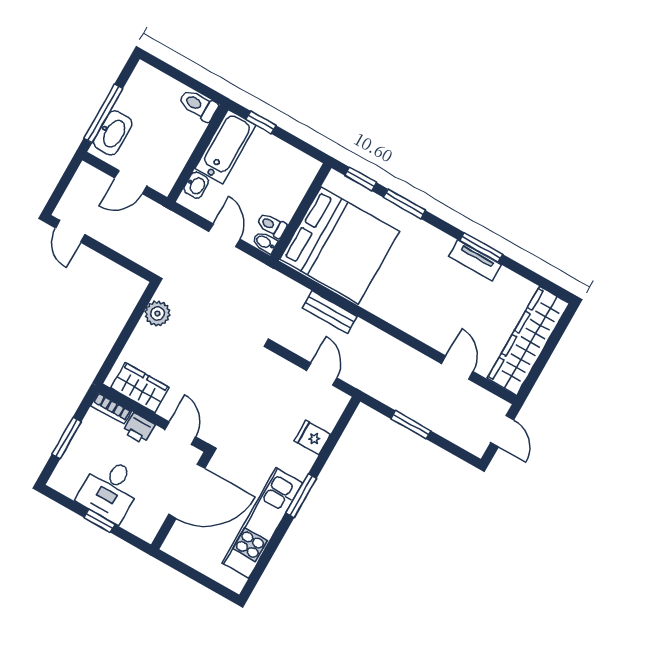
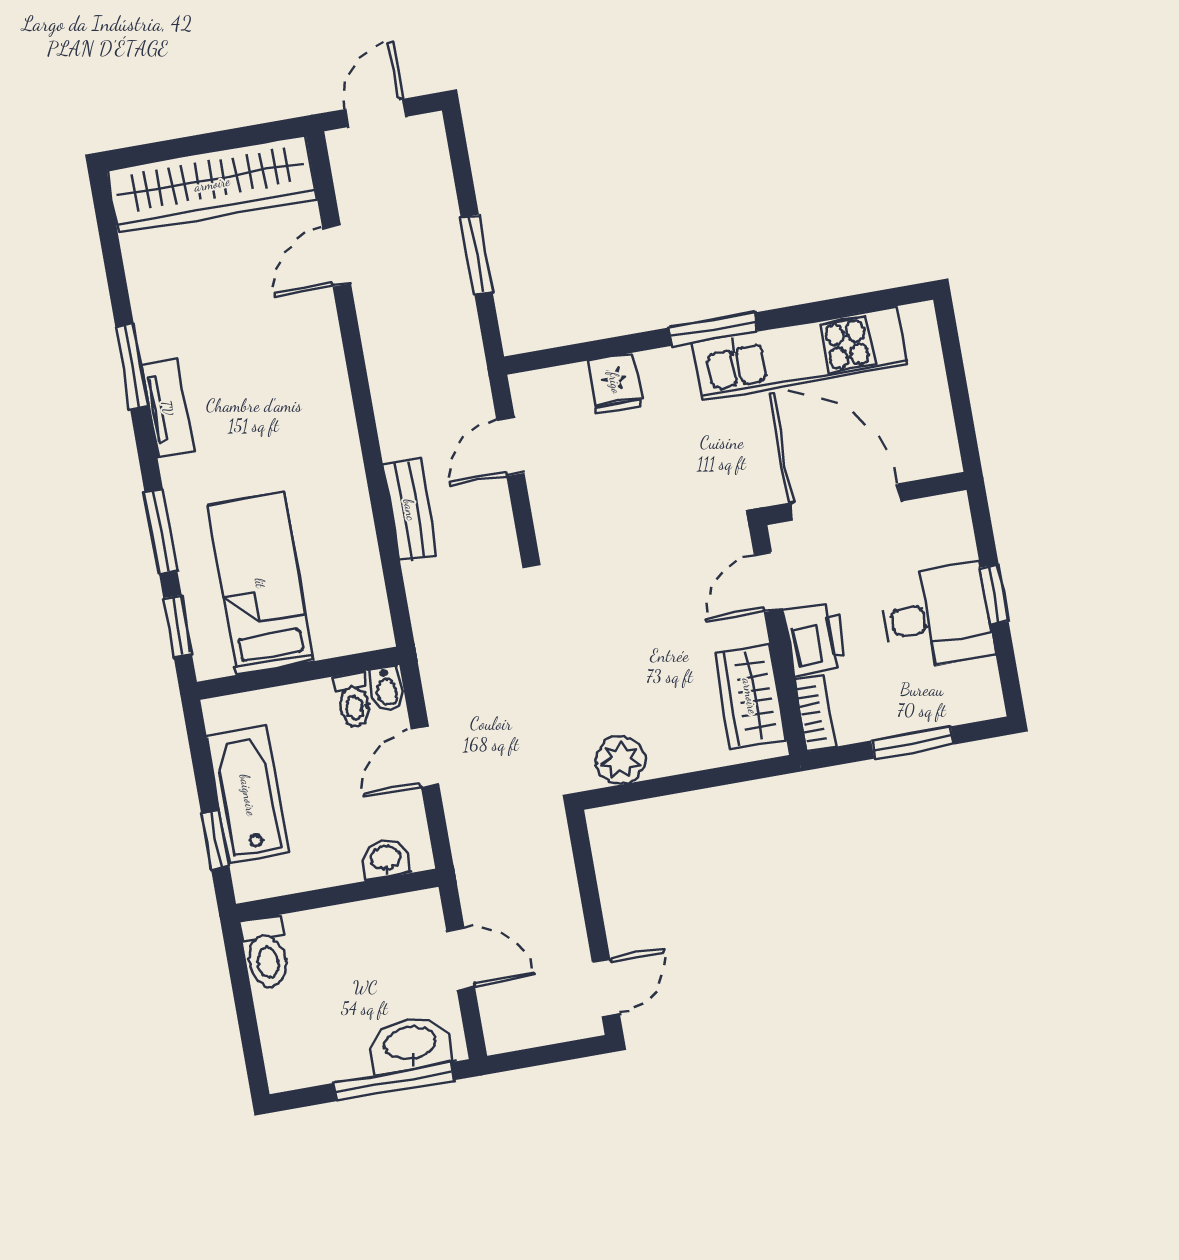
bathtub: (225, 147) -> (248, 795), moved, turned 90
bed: (340, 245) -> (260, 583), width x0.49
tv unit: (475, 261) -> (167, 408), moved
printer: (139, 428) -> (815, 639), width x1.36, depth x1.24

